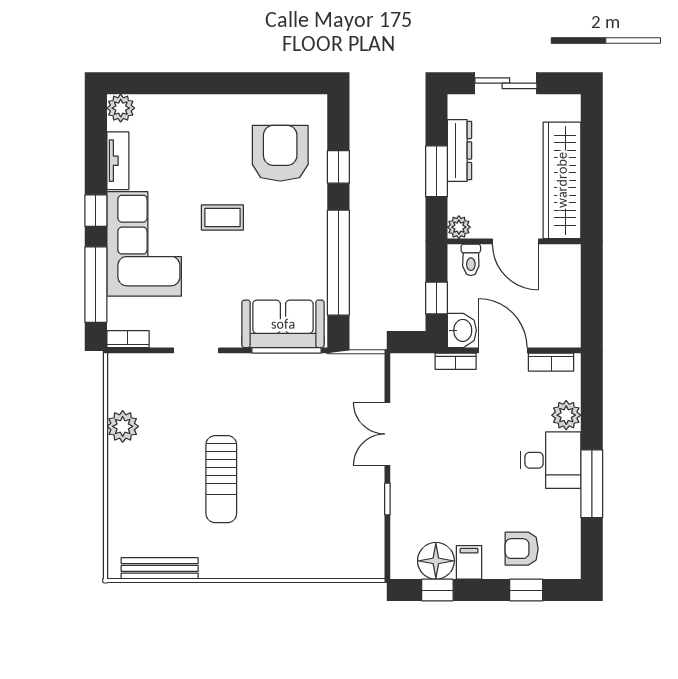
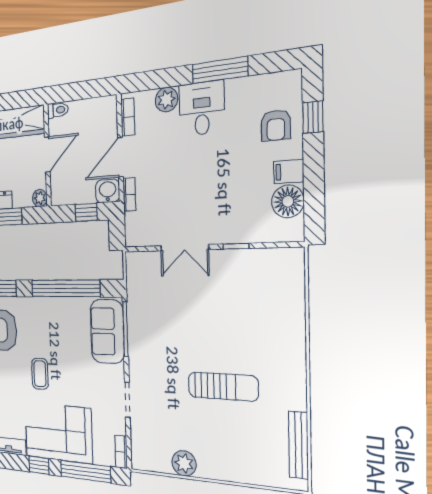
toilet: (471, 260) -> (58, 110), moved
window: (437, 590) -> (314, 199), removed

